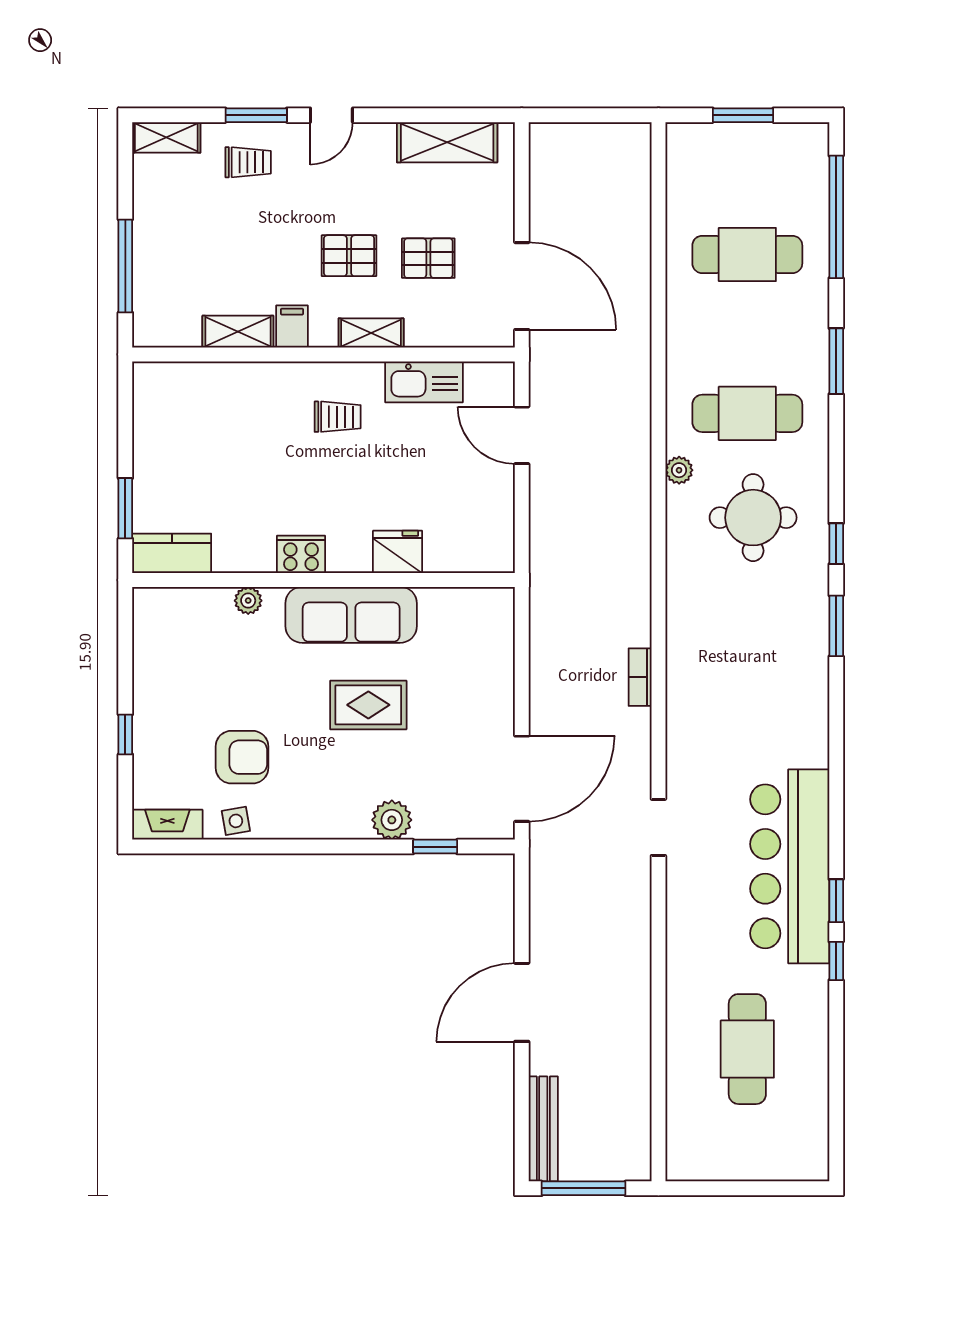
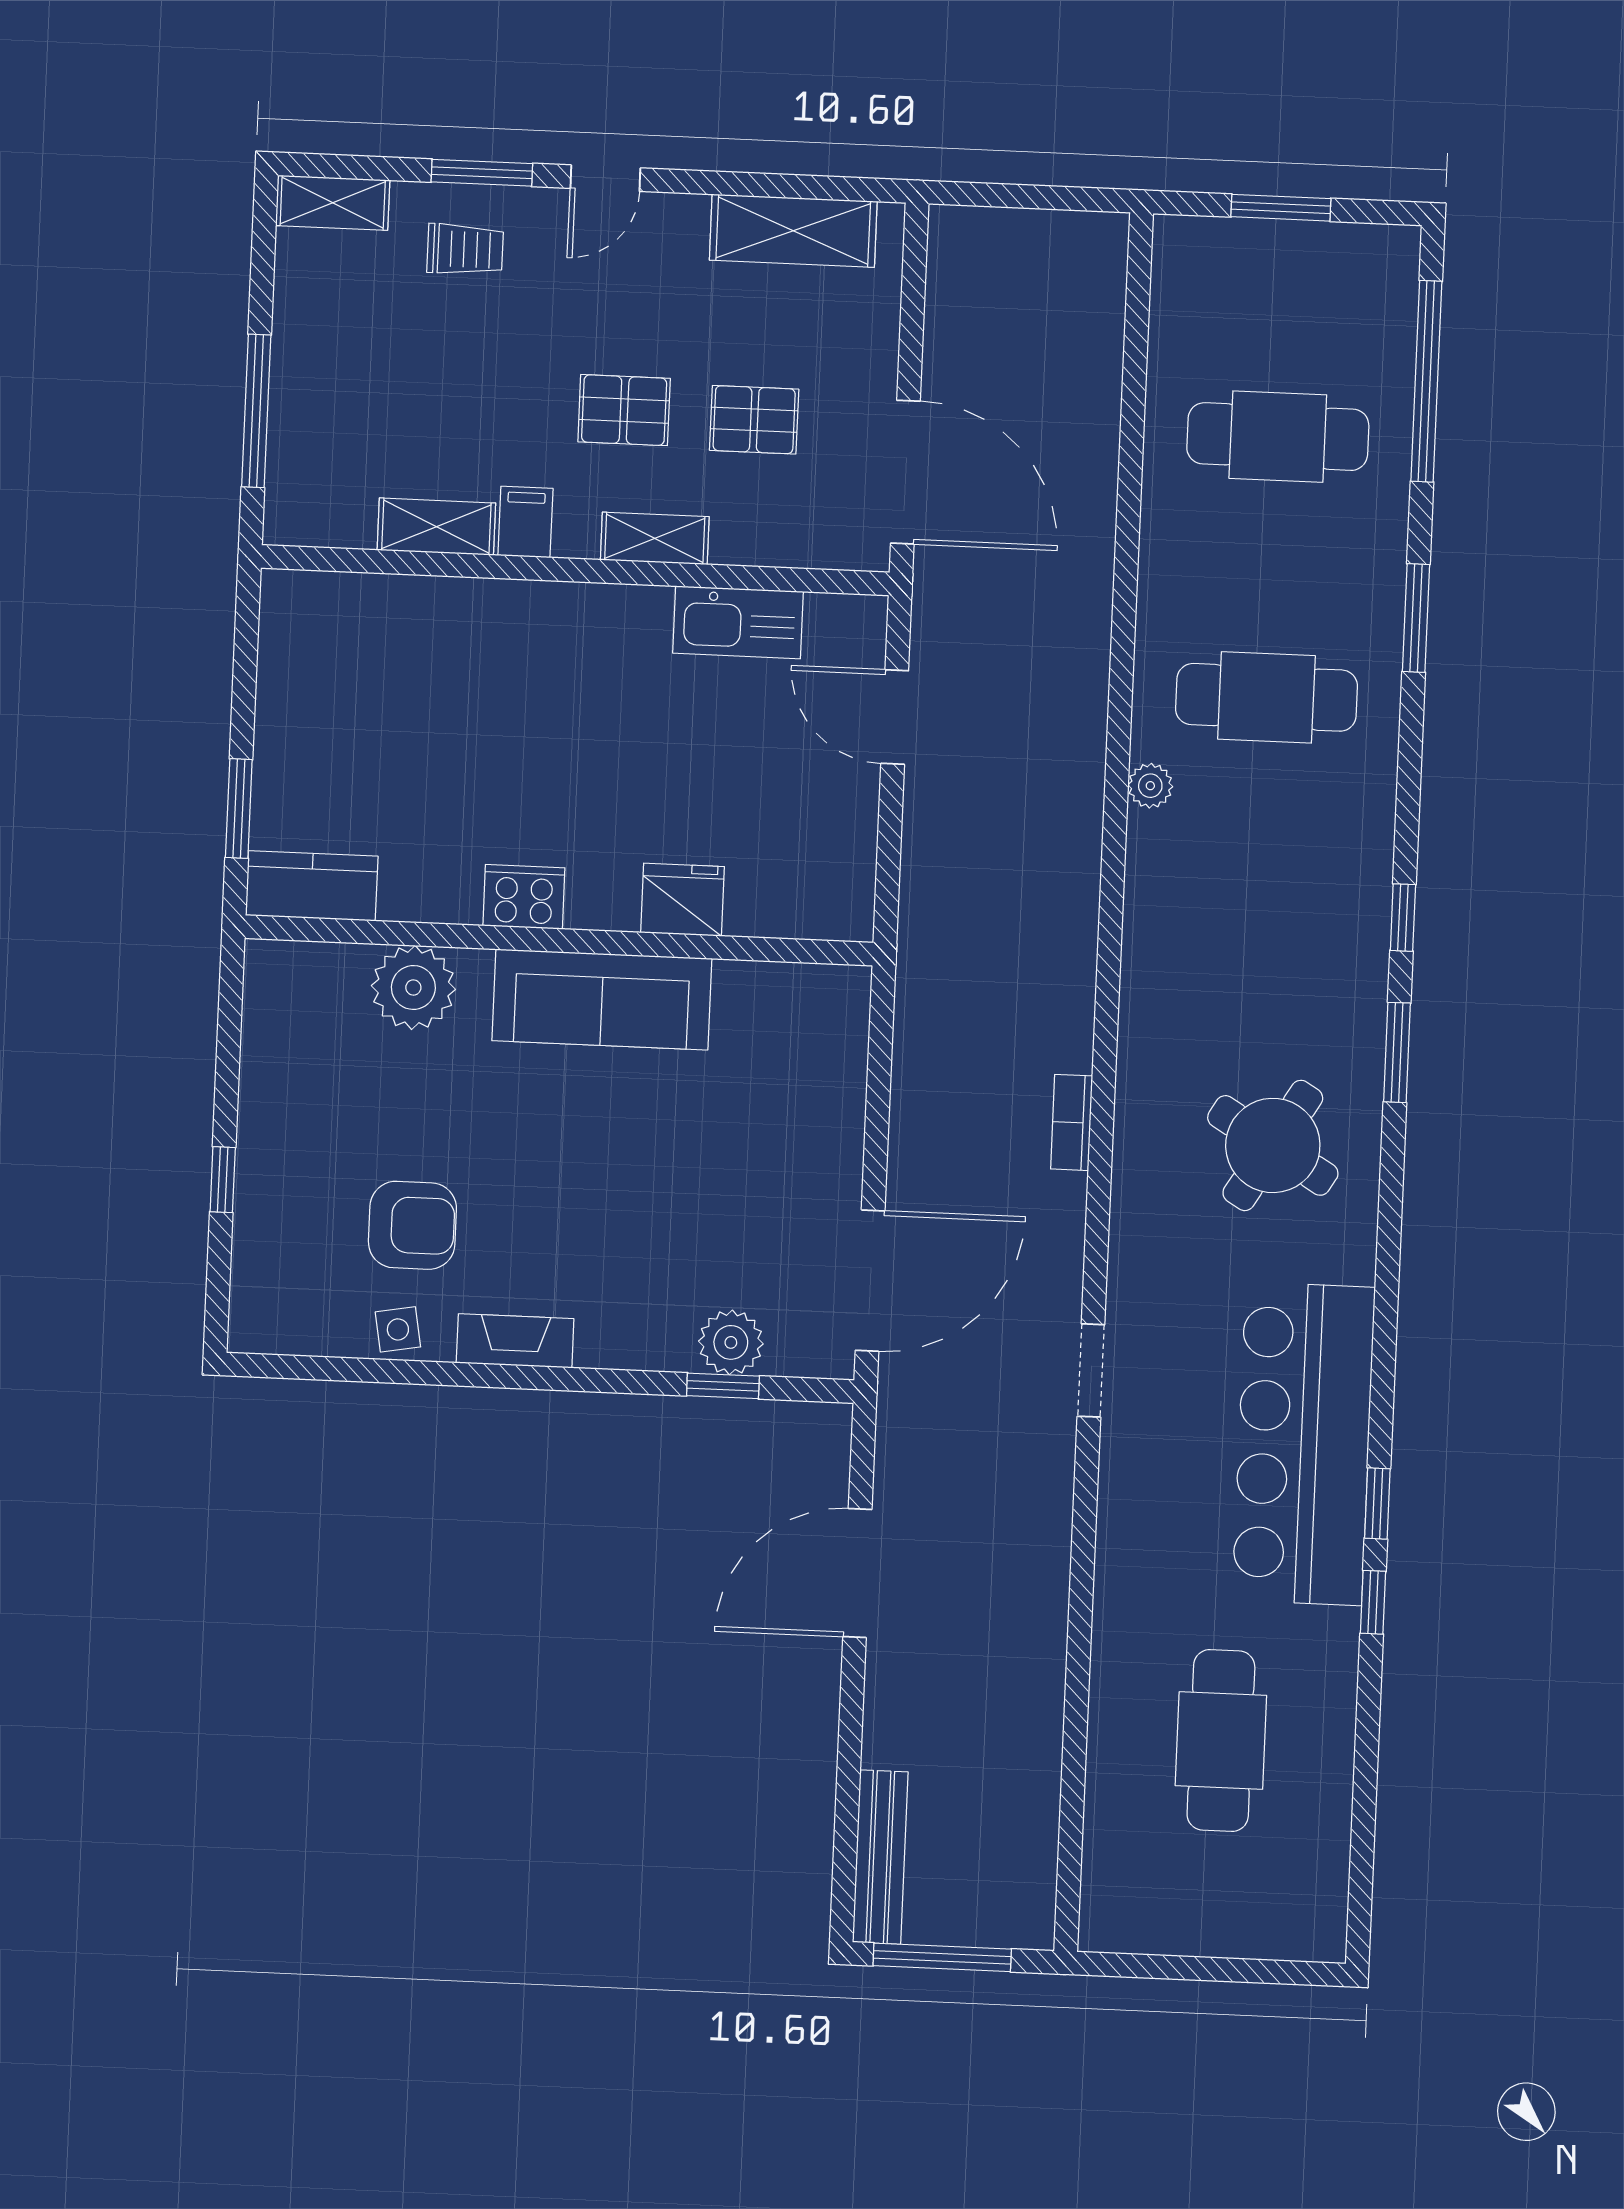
trolley: (338, 417) -> (594, 673), removed
round table: (753, 518) -> (1273, 1145), moved, turned 31
plant: (248, 601) -> (413, 987), width x1.87, depth x1.87
rug: (368, 705) -> (624, 1149), removed
plant: (392, 820) -> (731, 1342), moved
fireplace: (167, 825) -> (515, 1341), moved
door: (522, 1002) -> (857, 1573), moved

